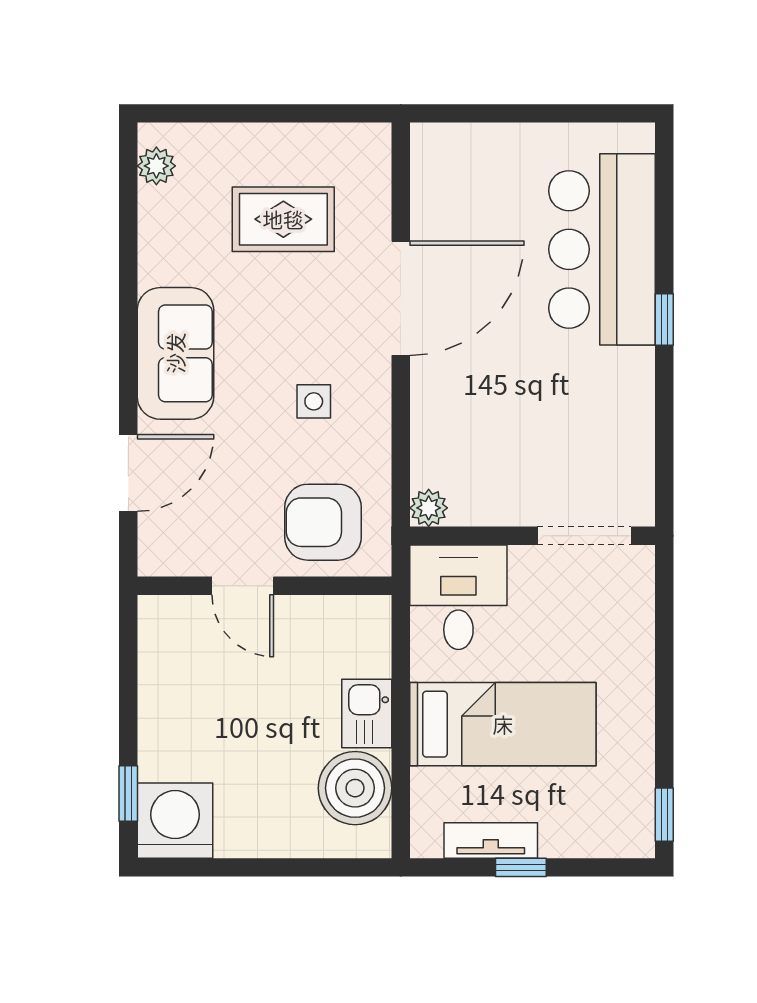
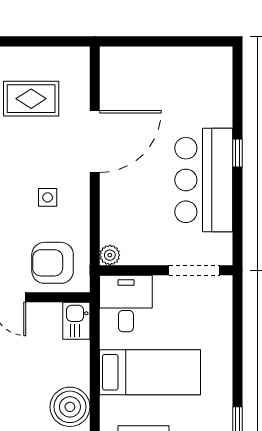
bar counter: (602, 249) -> (204, 180), moved
kitchen sink: (367, 713) -> (76, 321), moved

